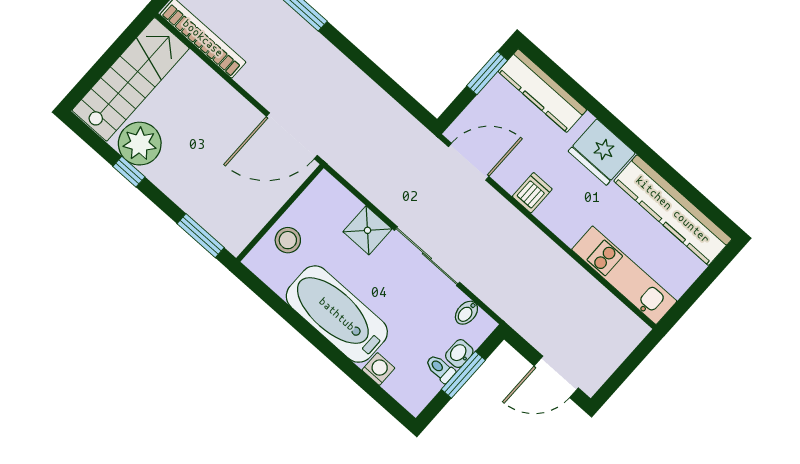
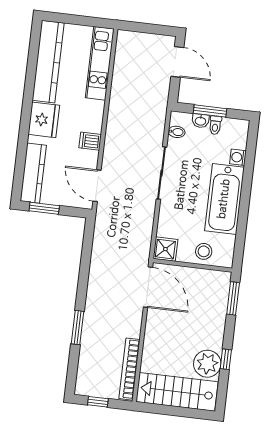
shower: (367, 230) -> (165, 249), moved

